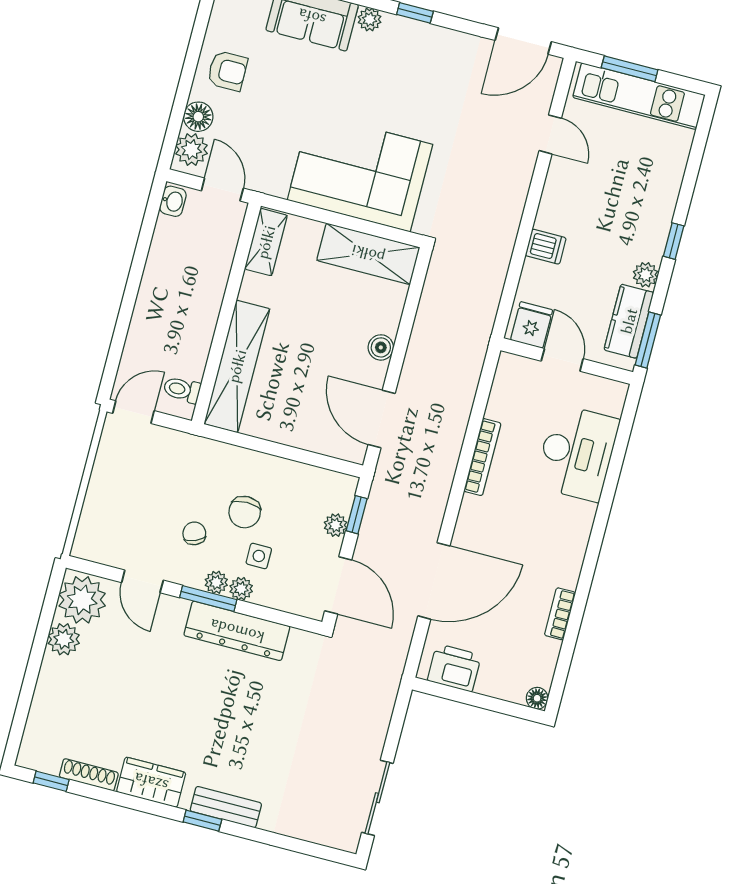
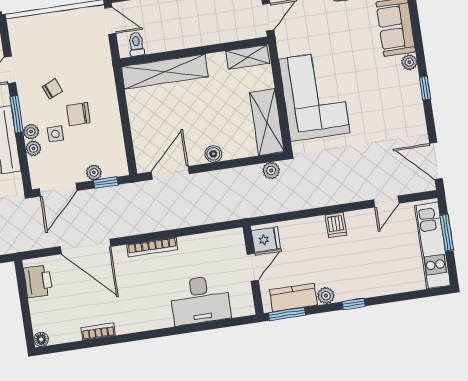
dishwasher: (546, 247) -> (336, 225), moved
plant: (438, 277) -> (271, 171), added
bookcase: (482, 457) -> (152, 247), moved
plant: (216, 582) -> (33, 148), moved

